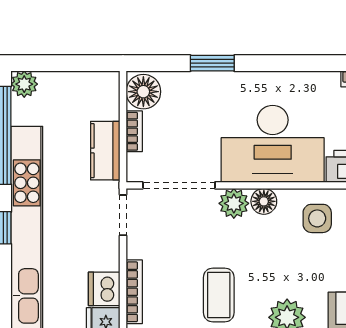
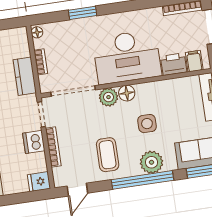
floor lamp: (143, 92) -> (37, 32), width x0.53, depth x0.53
side table: (317, 218) -> (147, 124), moved
dishwasher: (104, 289) -> (34, 142), moved
bookcase: (134, 292) -> (53, 147), moved

